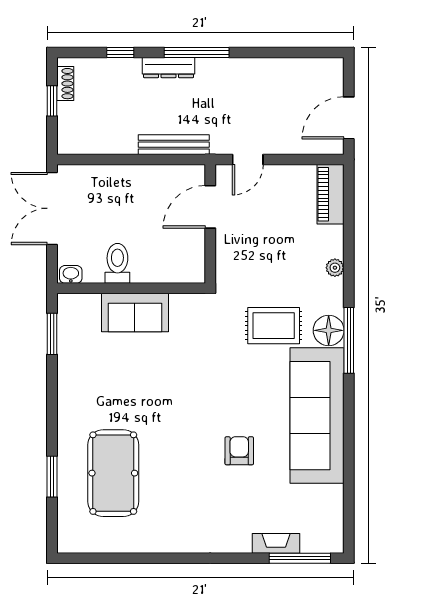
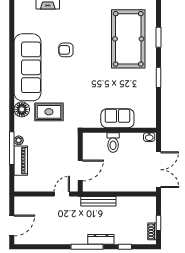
door: (349, 118) -> (12, 225), moved
piano: (331, 194) -> (21, 161), moved
toilet: (117, 263) -> (113, 143), moved
window: (52, 334) -> (158, 77), moved
window: (349, 340) -> (12, 148), moved
armchair: (239, 451) -> (66, 50), turned 90
pool table: (113, 473) -> (128, 39), width x1.36, depth x1.32

